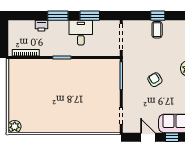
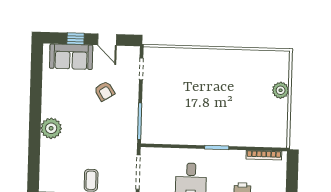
armchair: (155, 80) -> (104, 91), moved
plant: (15, 127) -> (281, 90), moved

